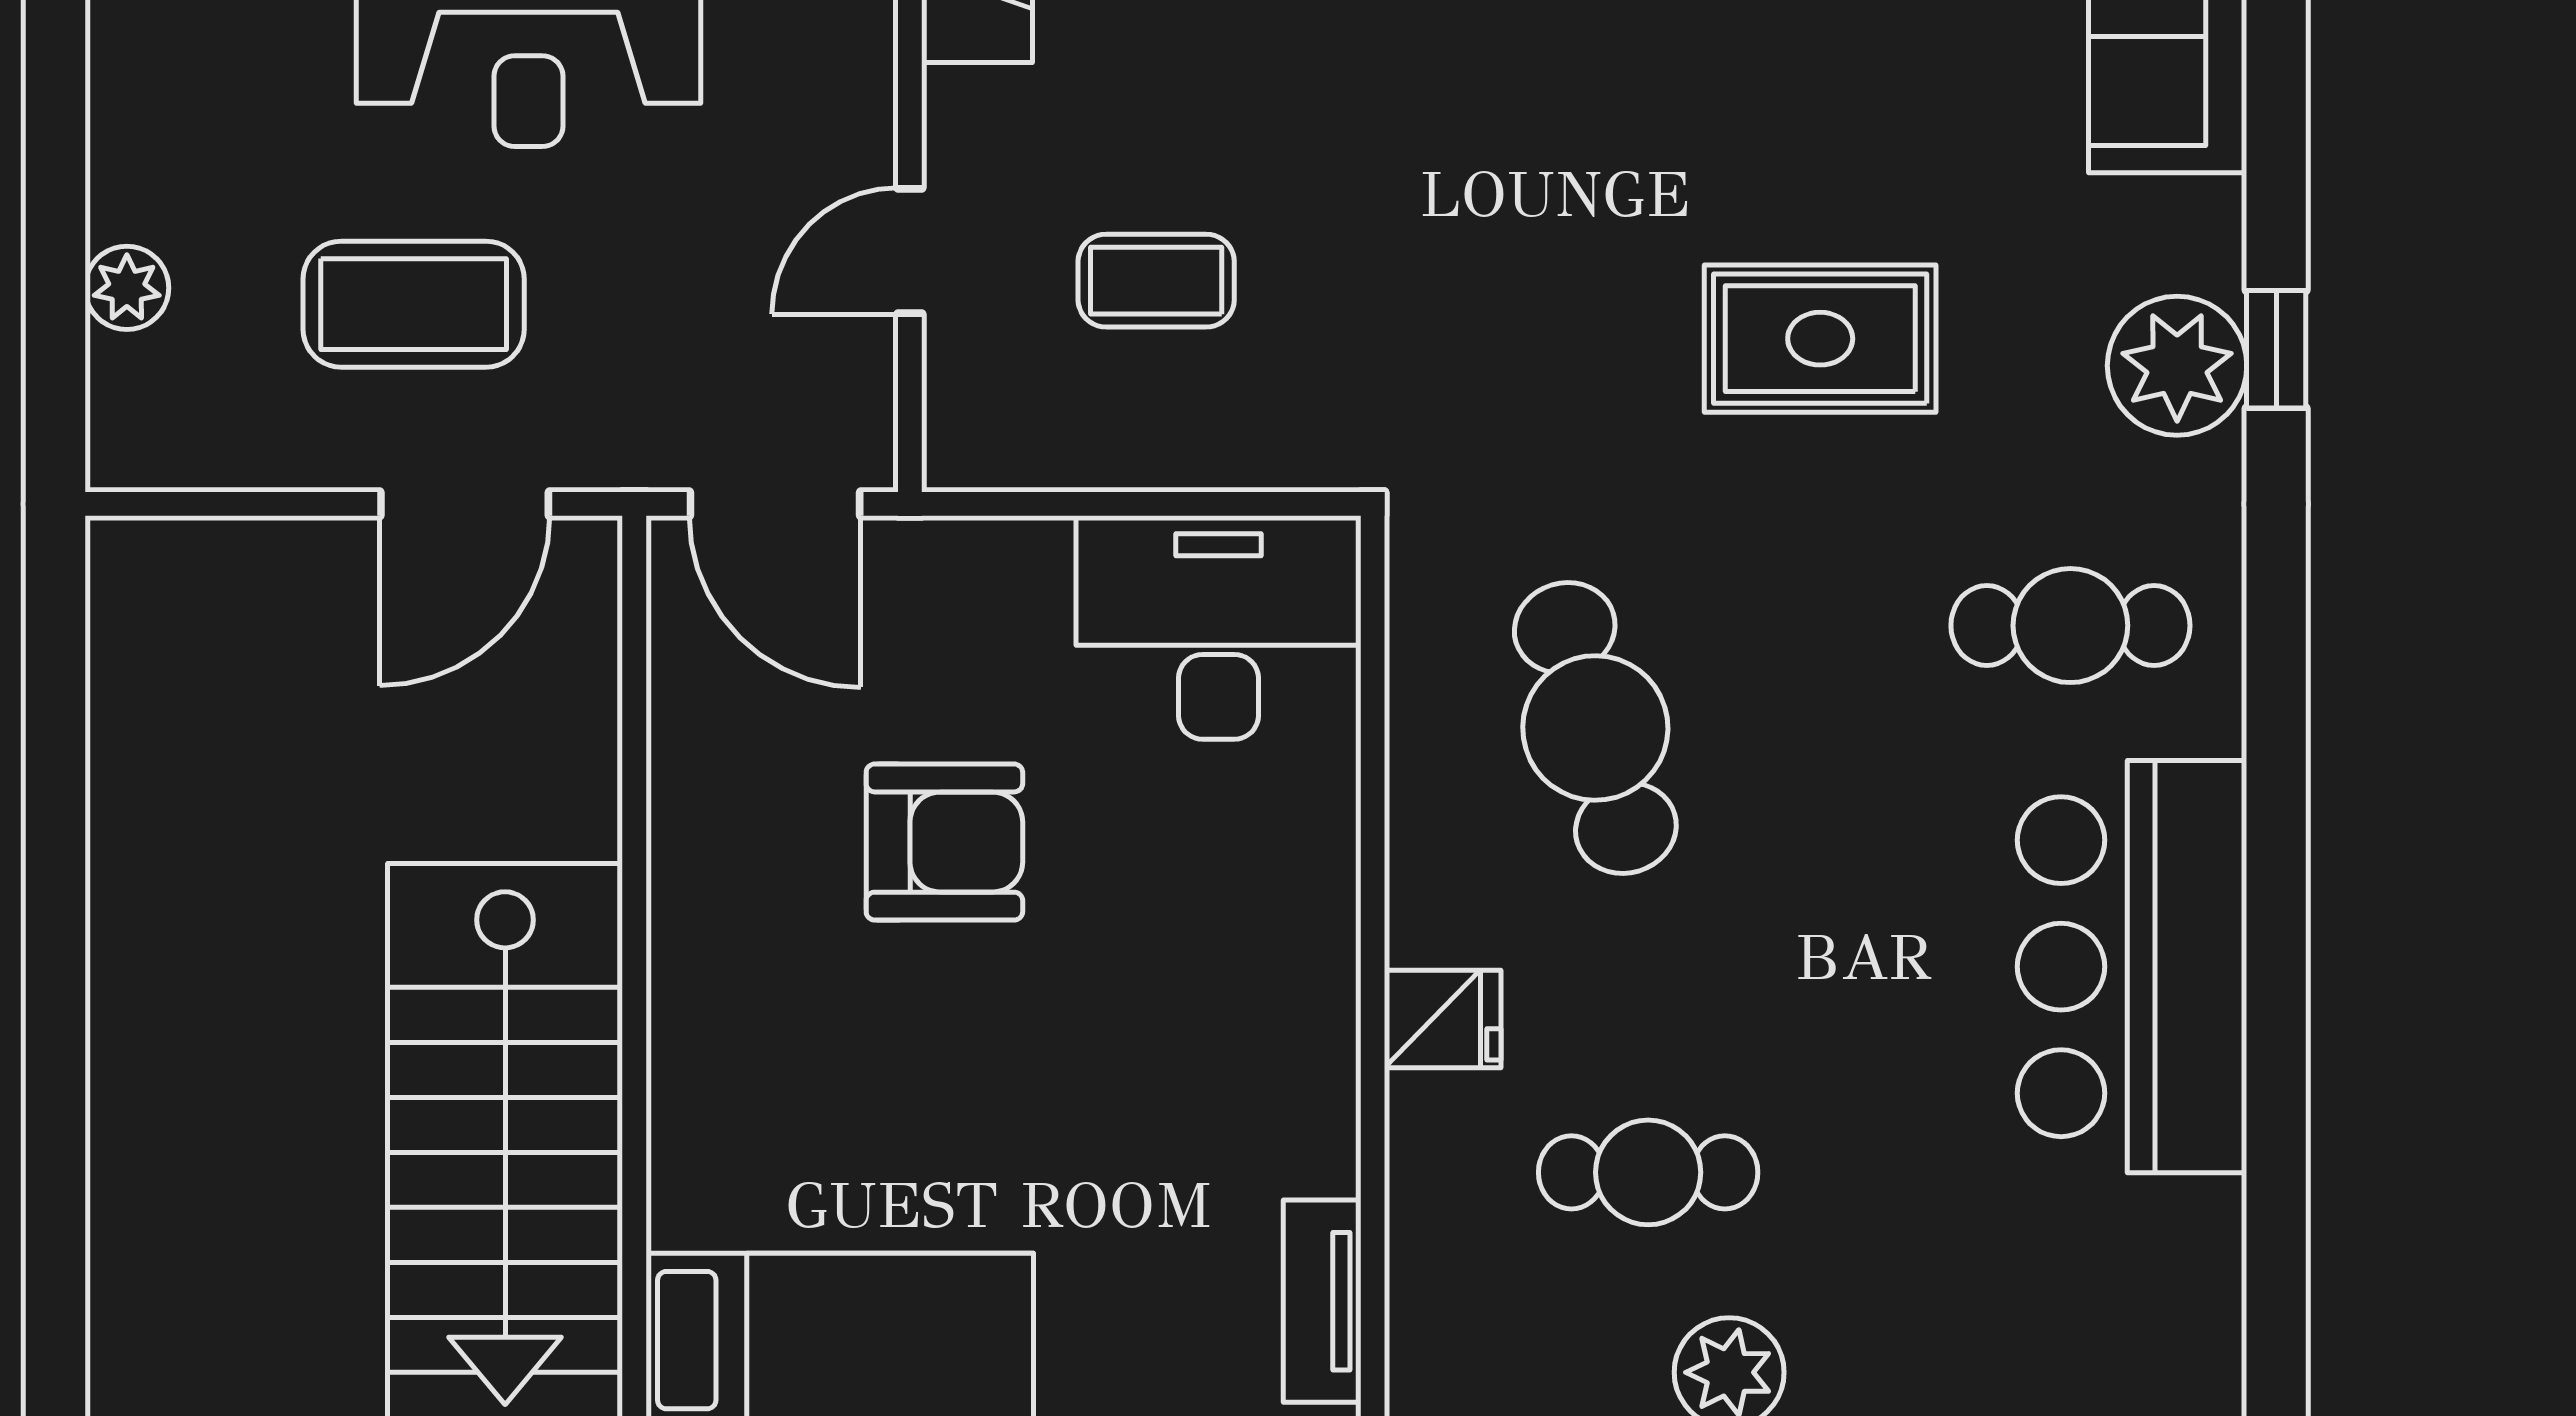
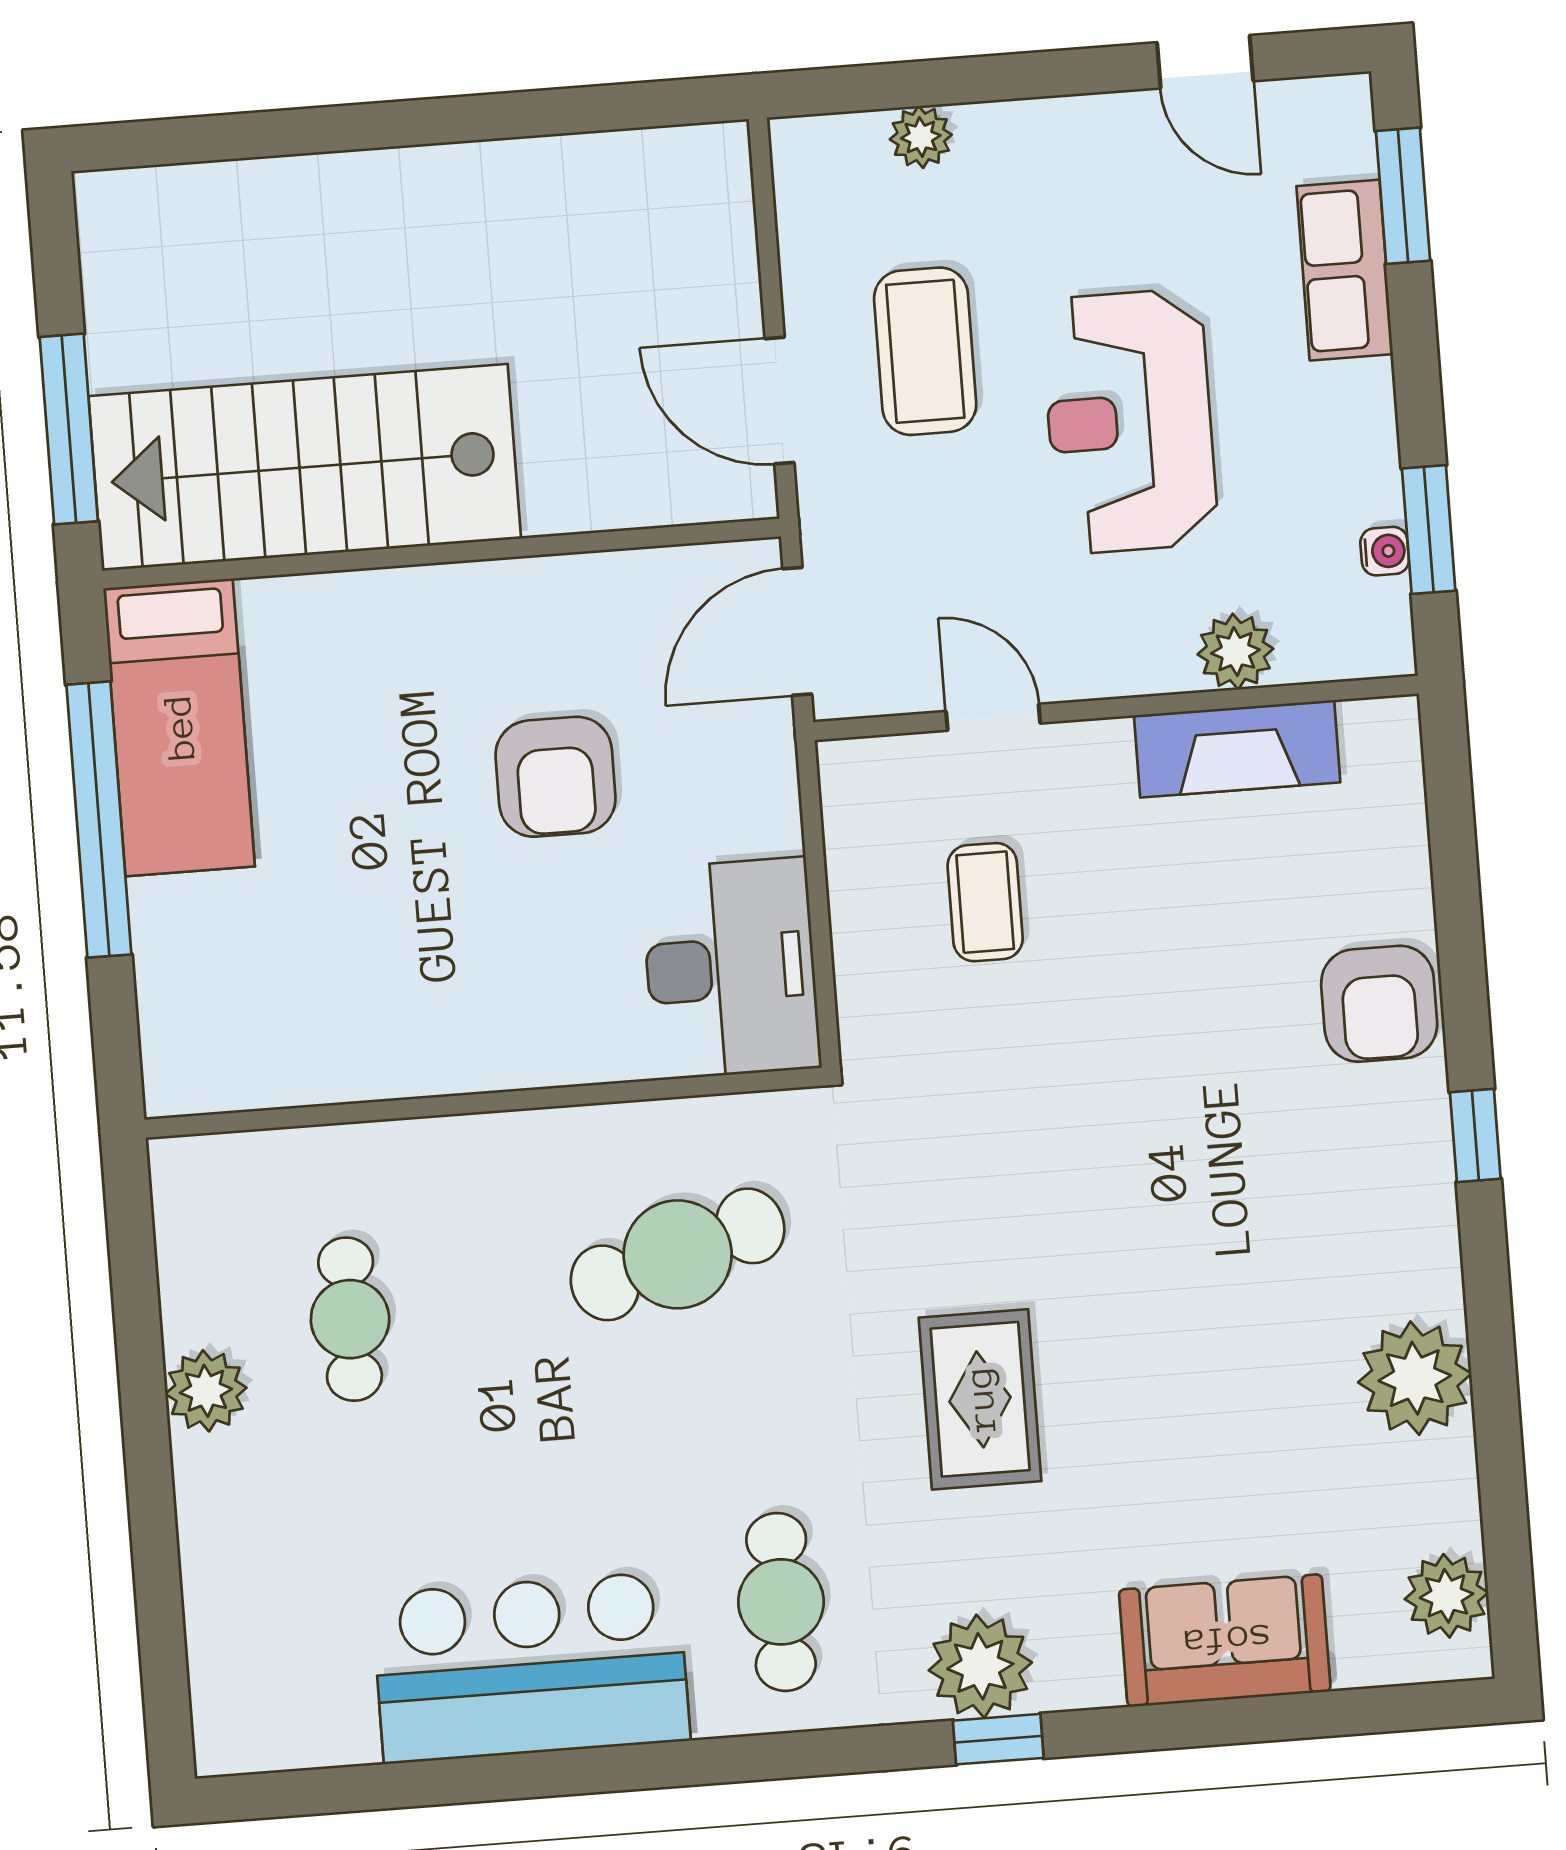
fridge: (1443, 1019) -> (452, 1158), removed
tv unit: (1322, 1301) -> (236, 1084), removed

